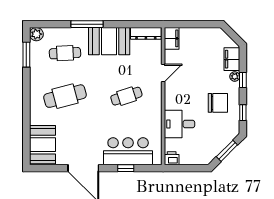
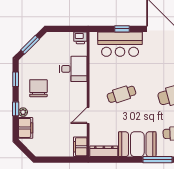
chair: (218, 103) -> (38, 88), turned 90

